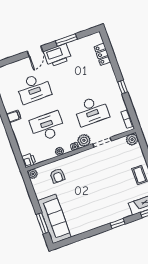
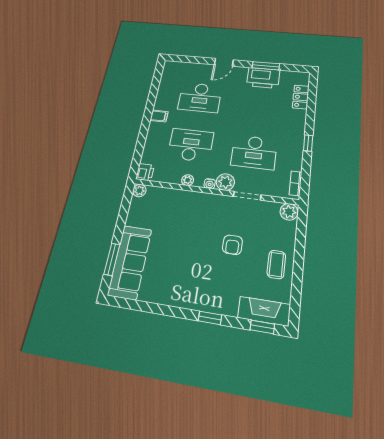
printer: (58, 55) -> (263, 78), moved
armchair: (57, 176) -> (232, 245), moved

